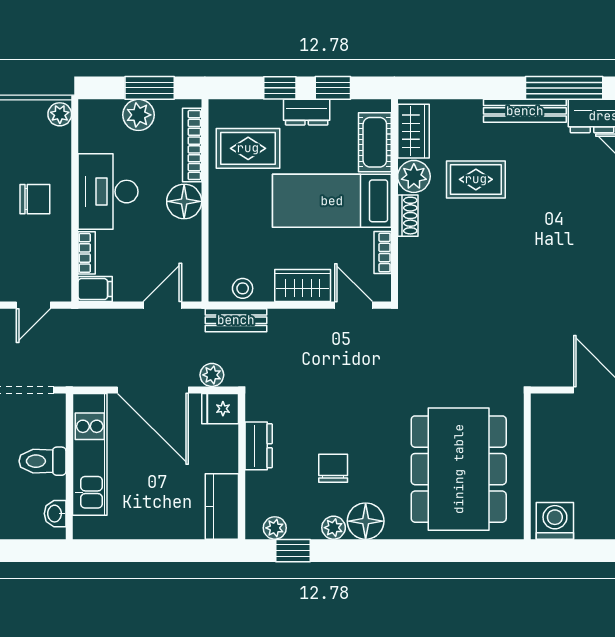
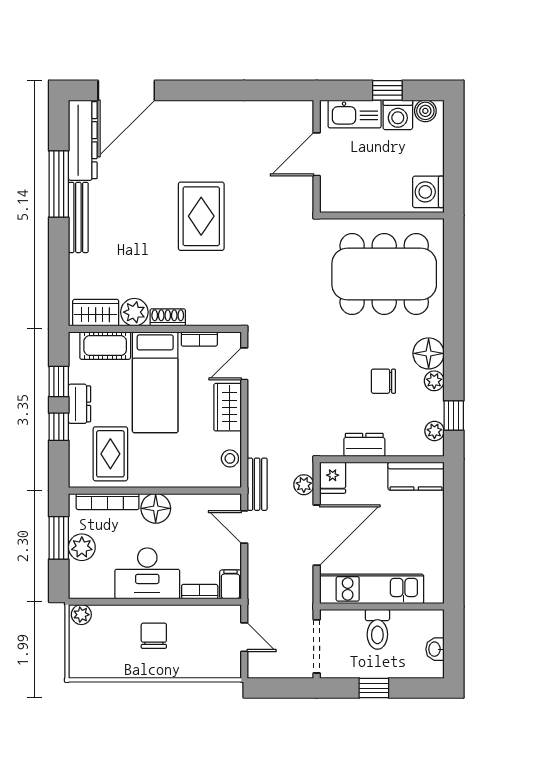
rug: (476, 179) -> (201, 216), moved, width x1.36, depth x1.43
bench: (236, 320) -> (257, 484), moved
washbasin: (55, 514) -> (435, 649), moved, turned 90

